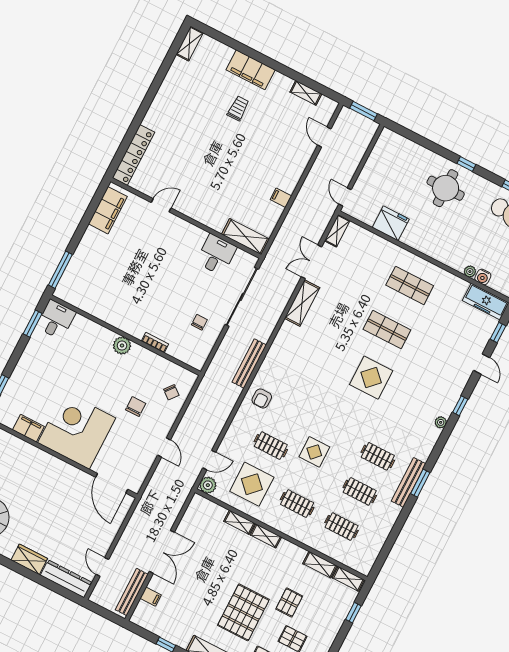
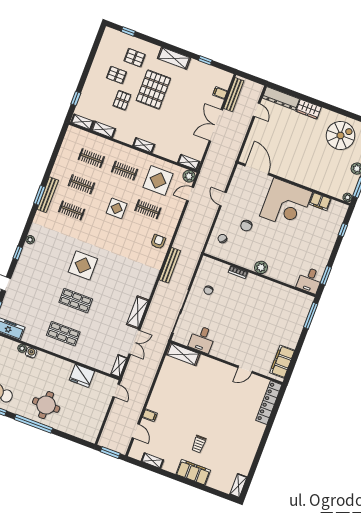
window: (466, 164) -> (33, 424), width x3.17
filing cabinet: (281, 198) -> (150, 415), moved
water cooler: (483, 277) -> (31, 353), moved
shelving: (239, 522) -> (189, 162), moved

